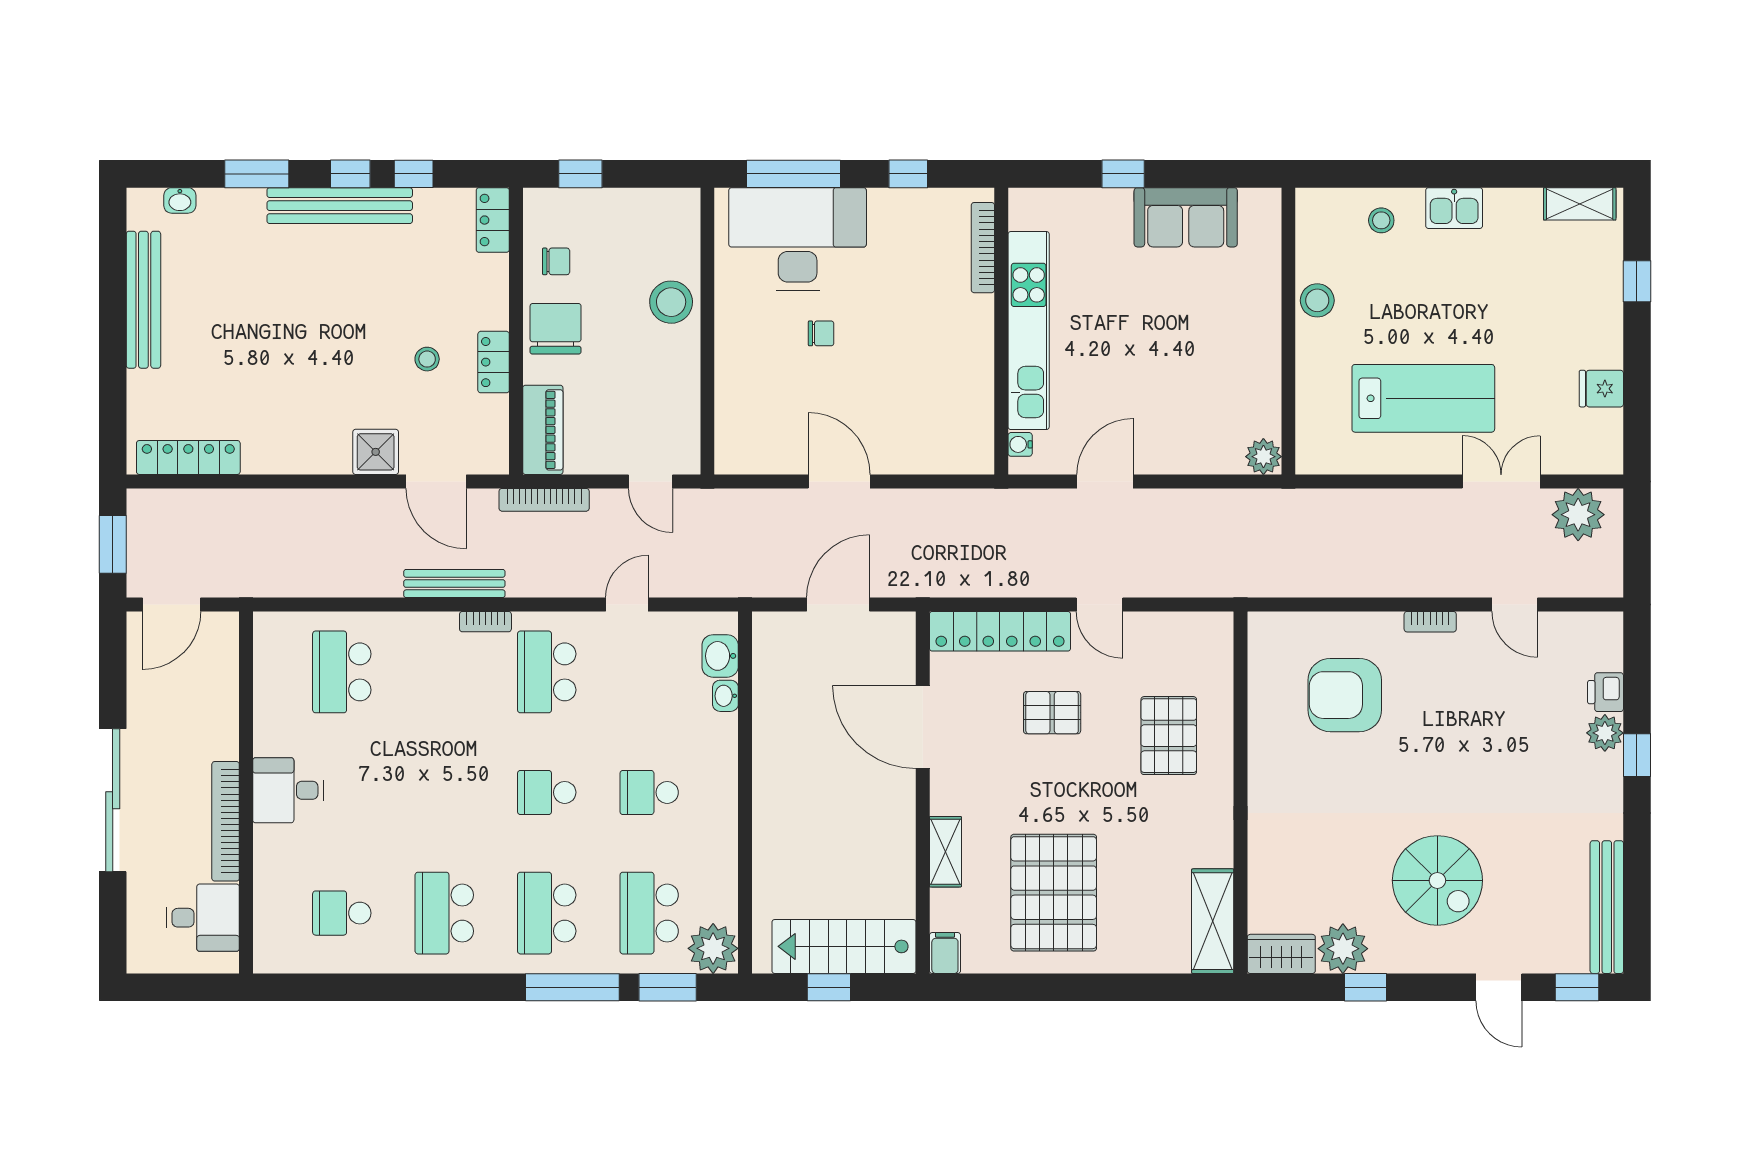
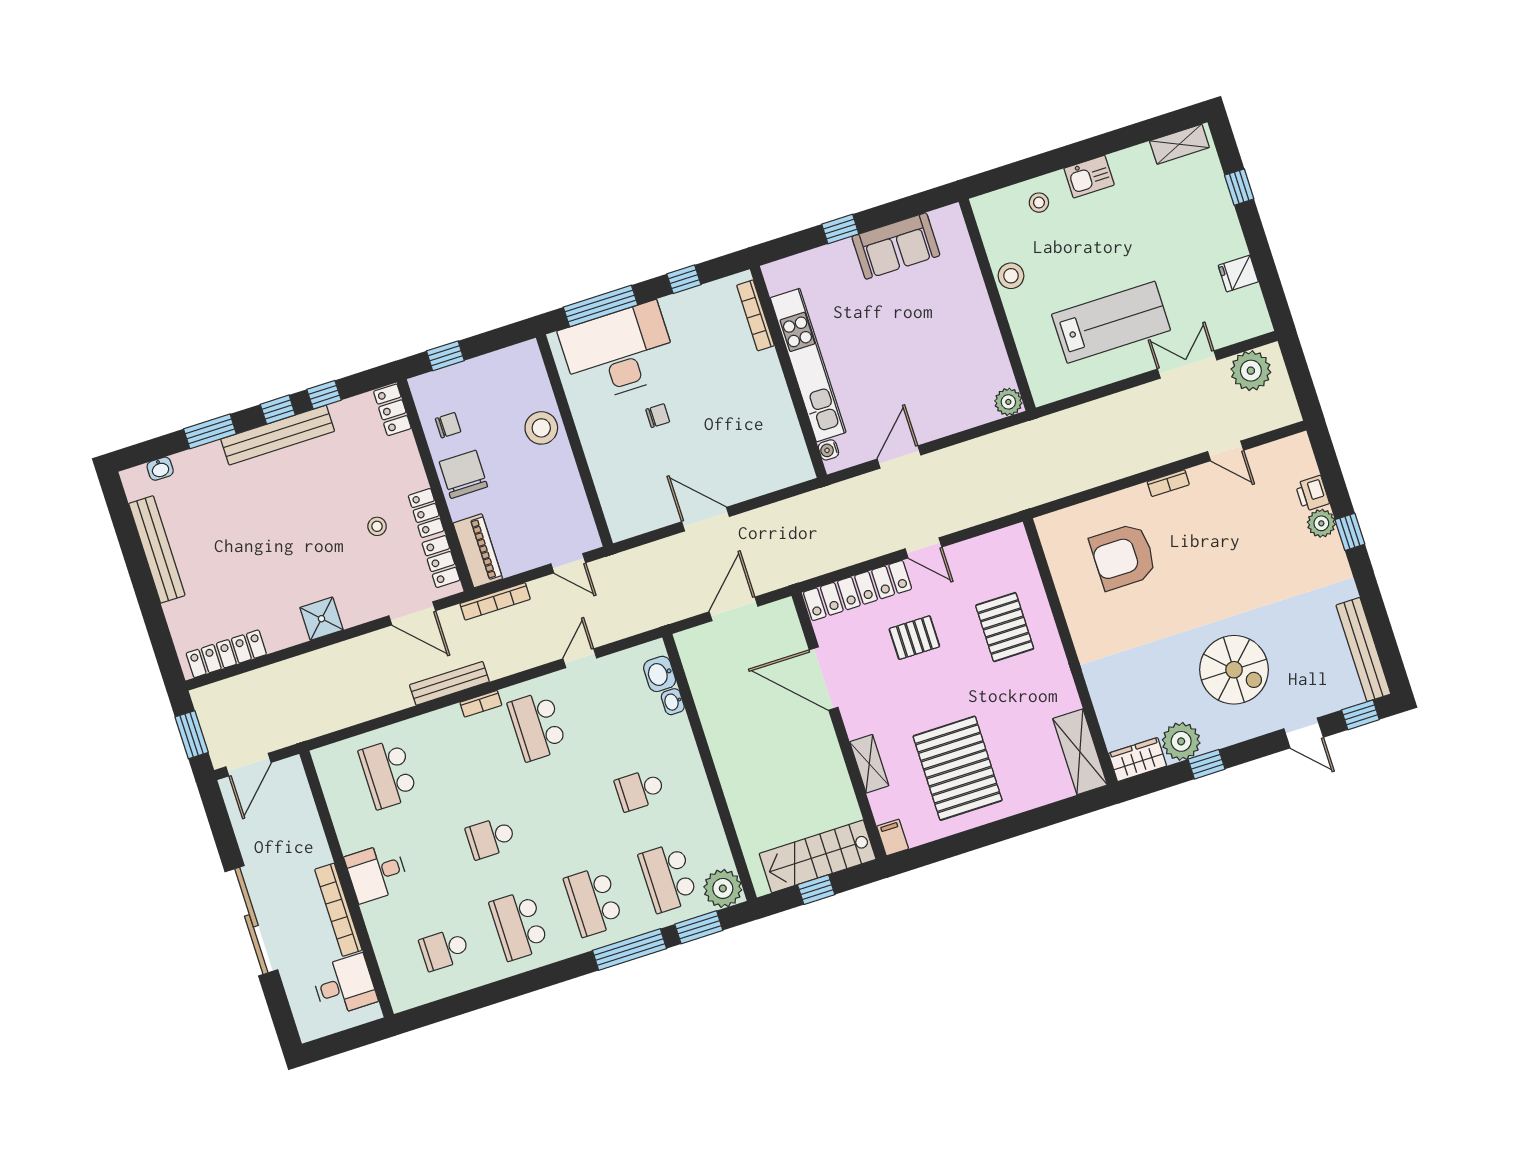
locker: (493, 428) -> (441, 562), added
shower: (376, 452) -> (322, 619), moved
school desk: (547, 792) -> (491, 838), moved

